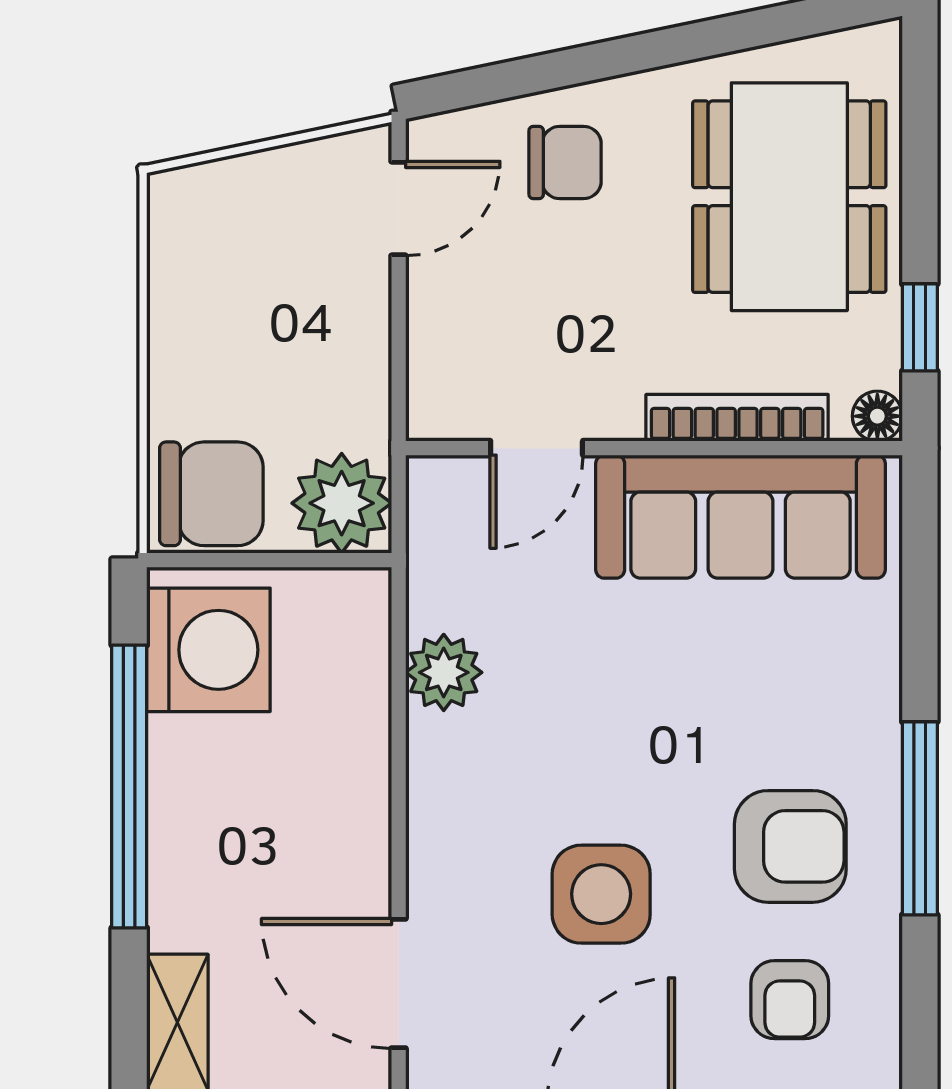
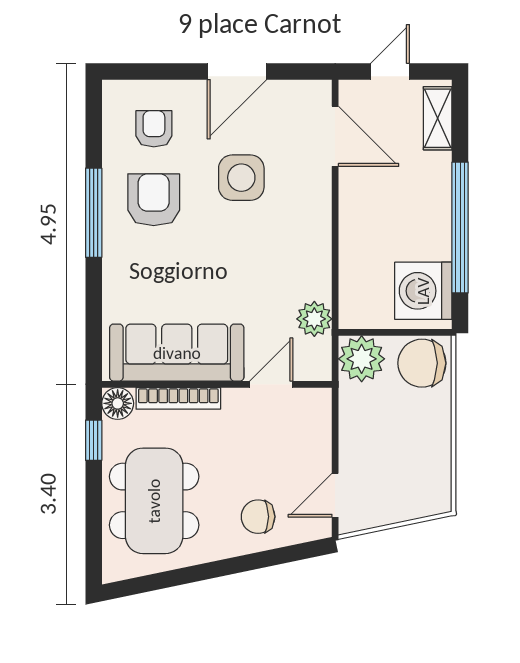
floor lamp: (877, 416) -> (118, 403), width x1.37, depth x1.37
plant: (444, 672) -> (314, 319), moved
armchair: (790, 846) -> (154, 200), turned 90

